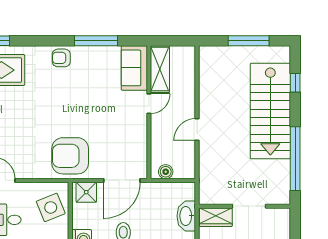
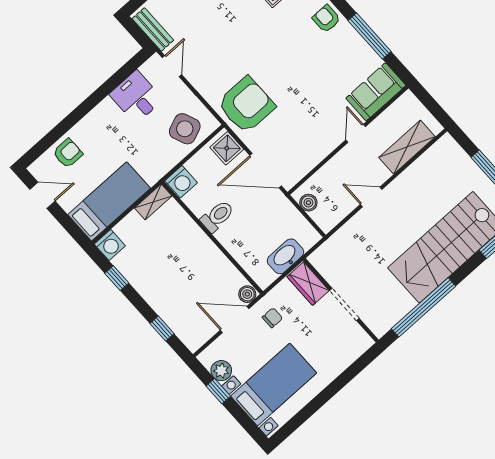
shelving: (160, 69) -> (407, 147), moved
door: (149, 104) -> (356, 133), swing flipped
armchair: (70, 156) -> (246, 105), turned 90

